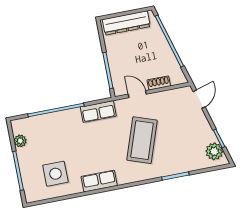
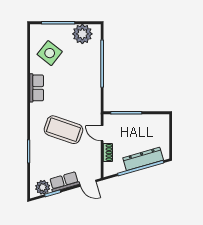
dresser: (126, 23) -> (143, 159), moved, turned 74
door: (137, 94) -> (102, 133), swing flipped
row of seats: (98, 111) -> (64, 182), moved, turned 74
plant: (20, 141) -> (82, 34), width x1.87, depth x1.87
side table: (55, 174) -> (50, 53), turned 38

